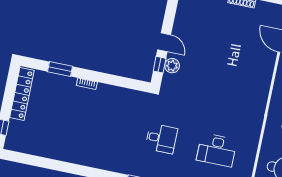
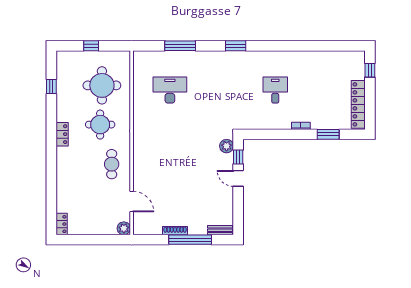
plant: (172, 66) -> (227, 146), moved
desk: (161, 138) -> (275, 90), moved, turned 90

